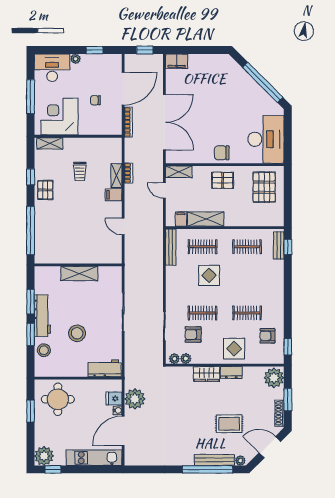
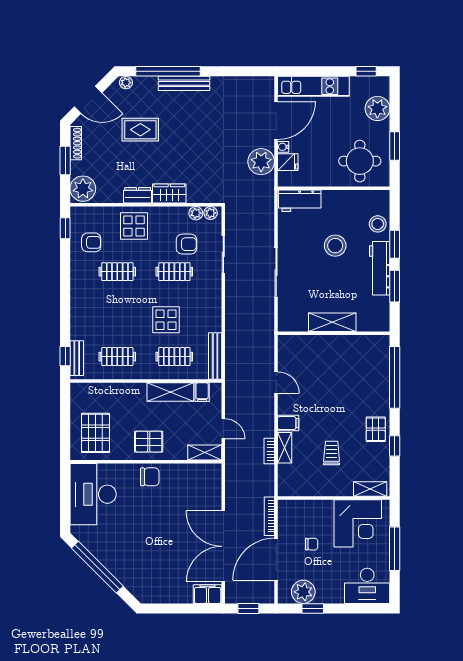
plant: (76, 59) -> (303, 592), moved, width x1.88, depth x1.88
double door: (164, 122) -> (223, 546), moved
plant: (44, 456) -> (377, 108), moved
bench: (214, 460) -> (184, 83), moved

